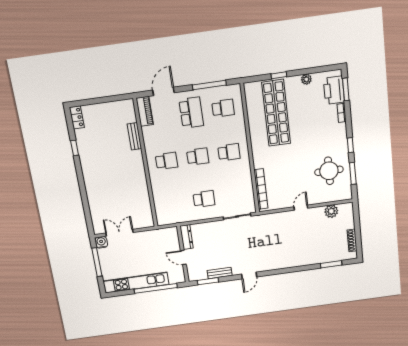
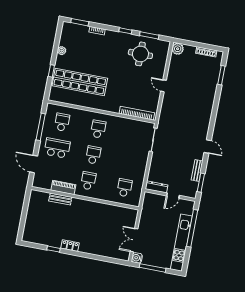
printer: (334, 90) -> (77, 32), removed
piano: (145, 111) -> (63, 188), moved
locker: (77, 117) -> (70, 246), moved
school desk: (204, 199) -> (124, 188), moved
plant: (331, 211) -> (178, 49), moved

